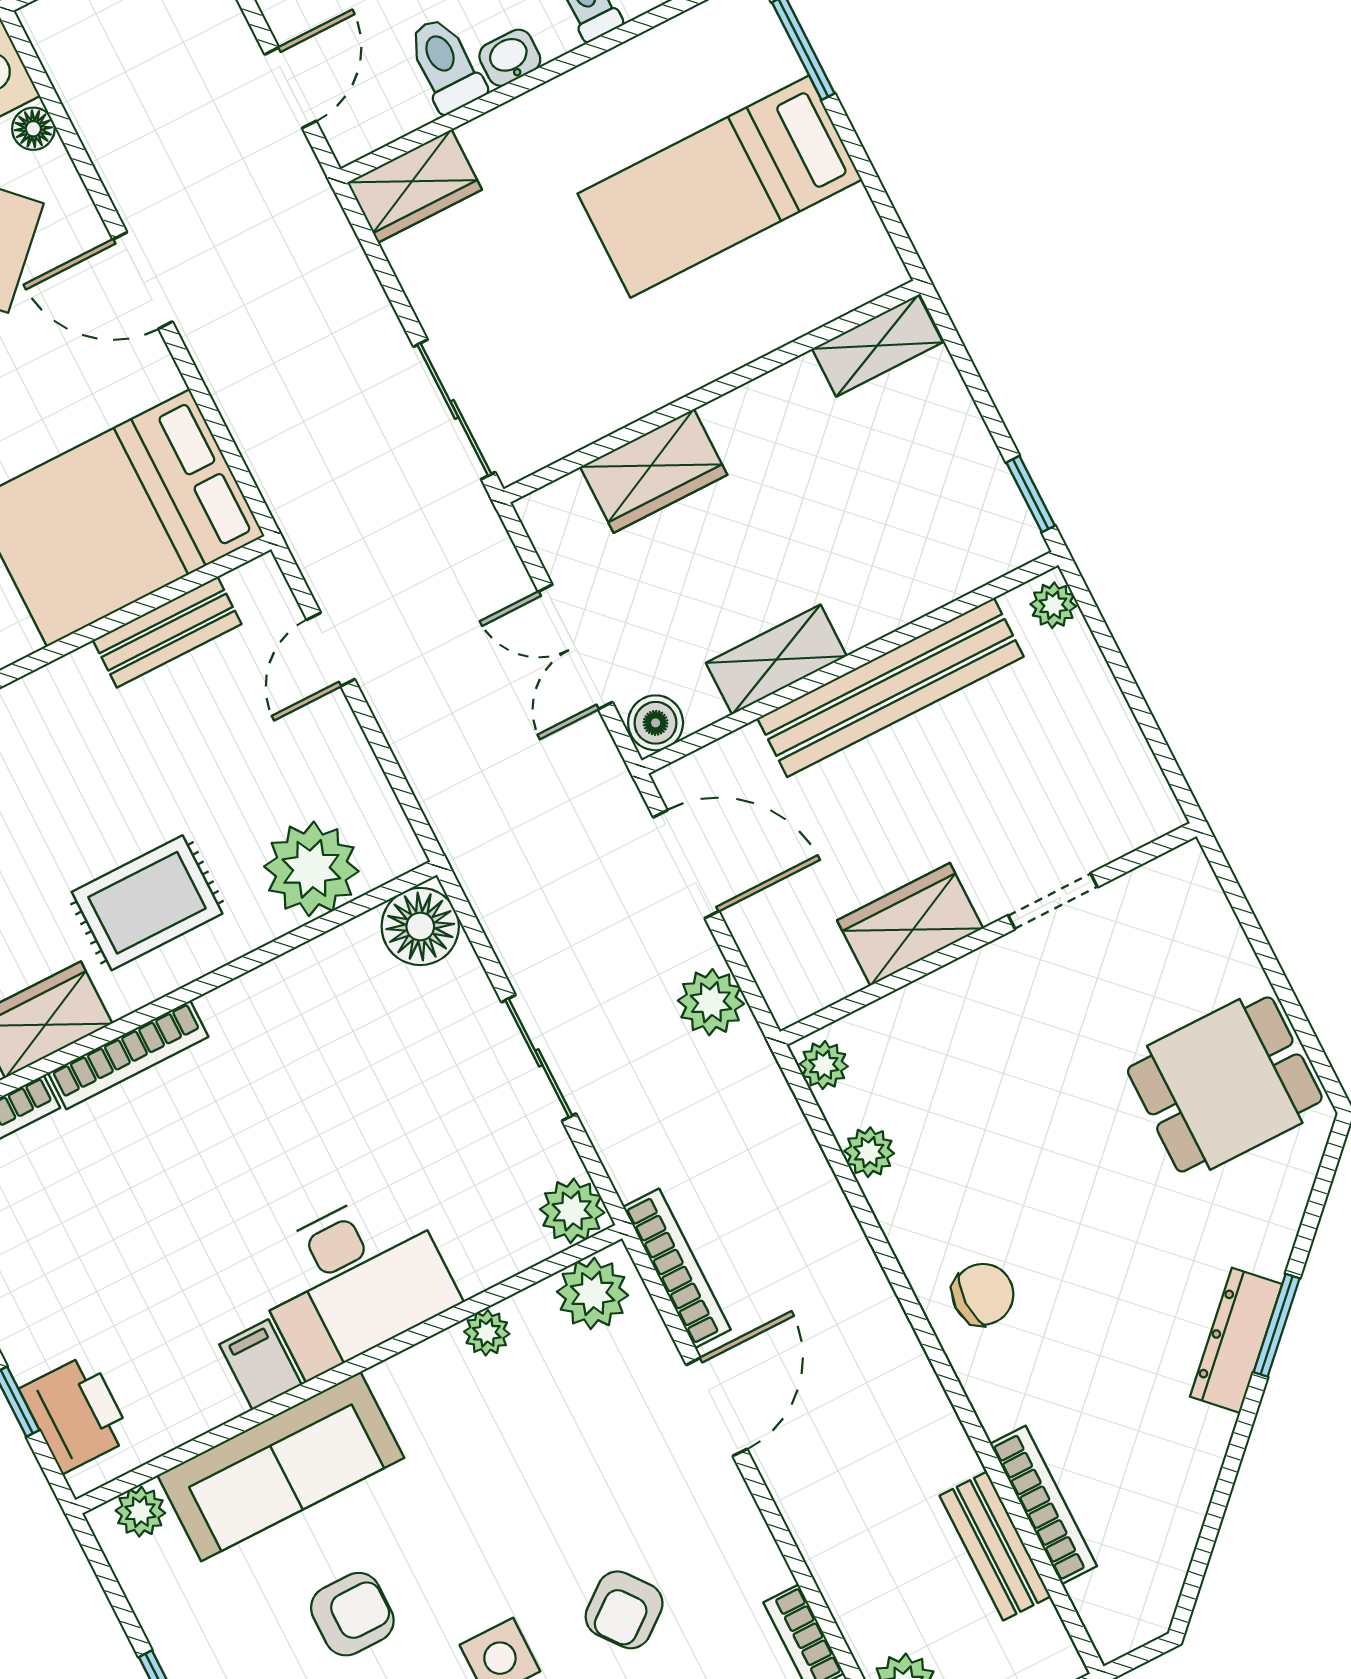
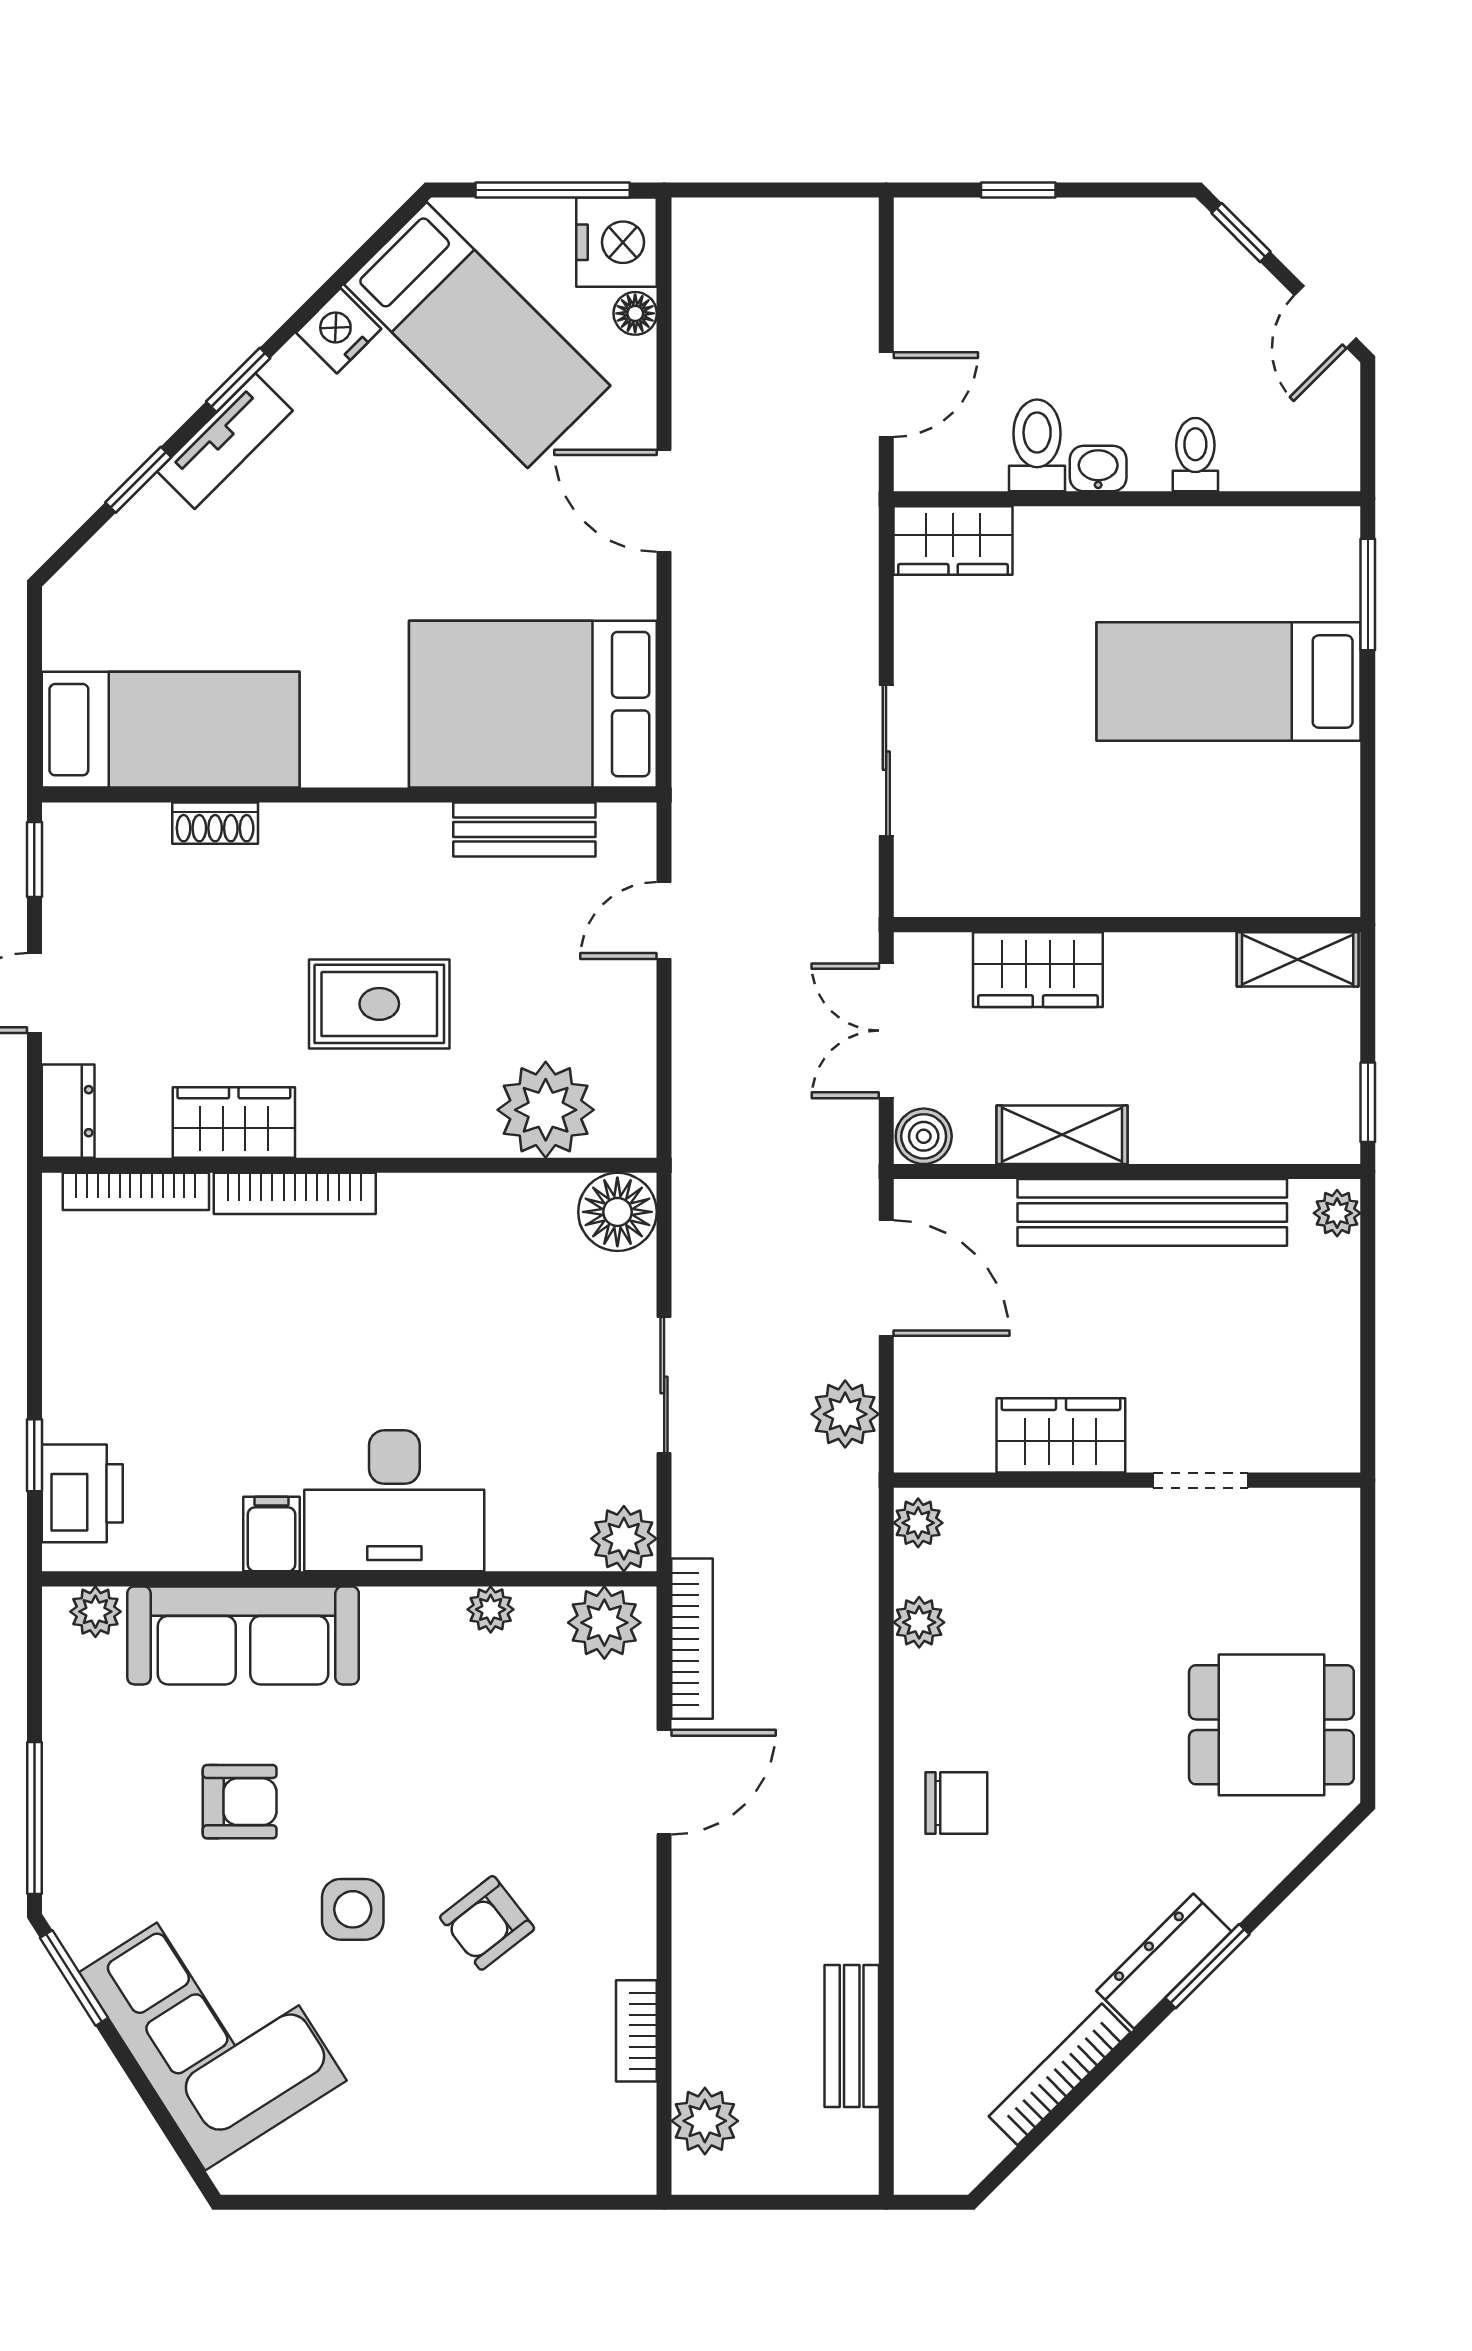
shelving: (877, 346) -> (1298, 959), moved
wall: (712, 391) -> (1127, 925), moved
wardrobe: (654, 471) -> (1038, 970), moved
rug: (147, 903) -> (379, 1004), moved
bookcase: (1043, 1505) -> (1060, 2074), moved, turned -135

